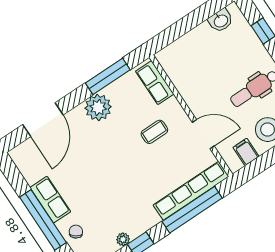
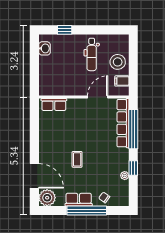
window: (108, 76) -> (34, 127), removed
plant: (98, 107) -> (47, 198), moved
coffee table: (154, 132) -> (77, 159), moved

